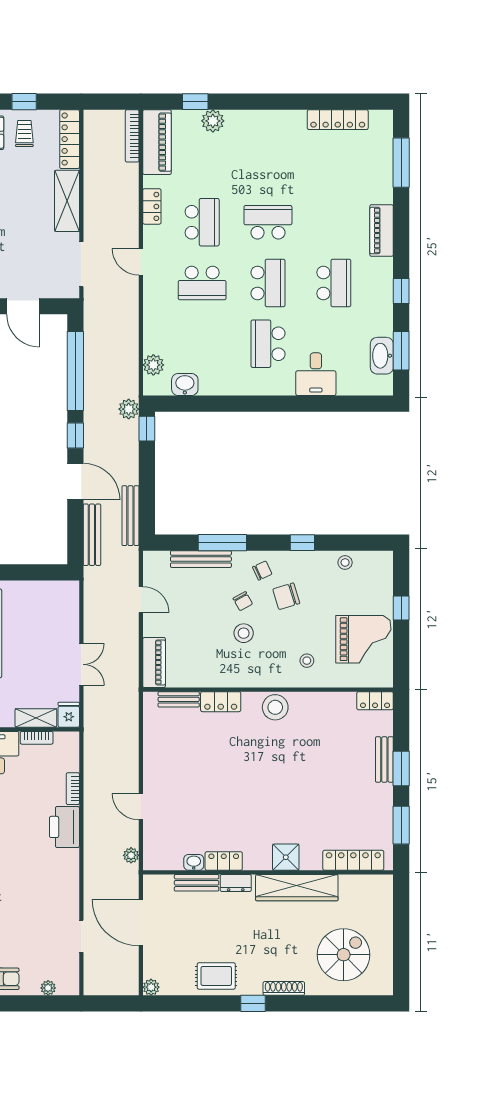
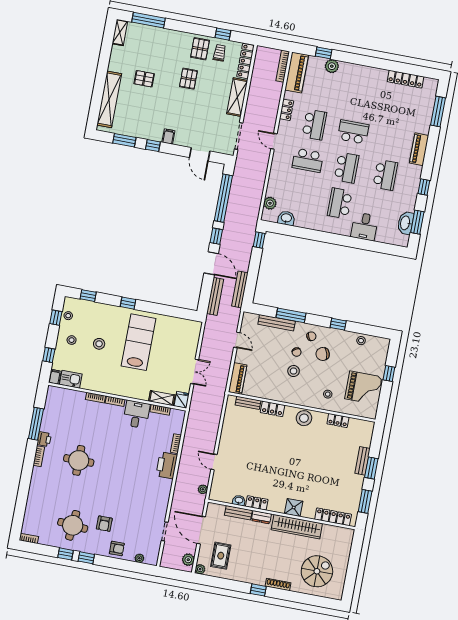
plant: (129, 409) -> (188, 560), moved
locker: (375, 701) -> (338, 420), moved
rug: (216, 976) -> (221, 556), moved, turned 90

